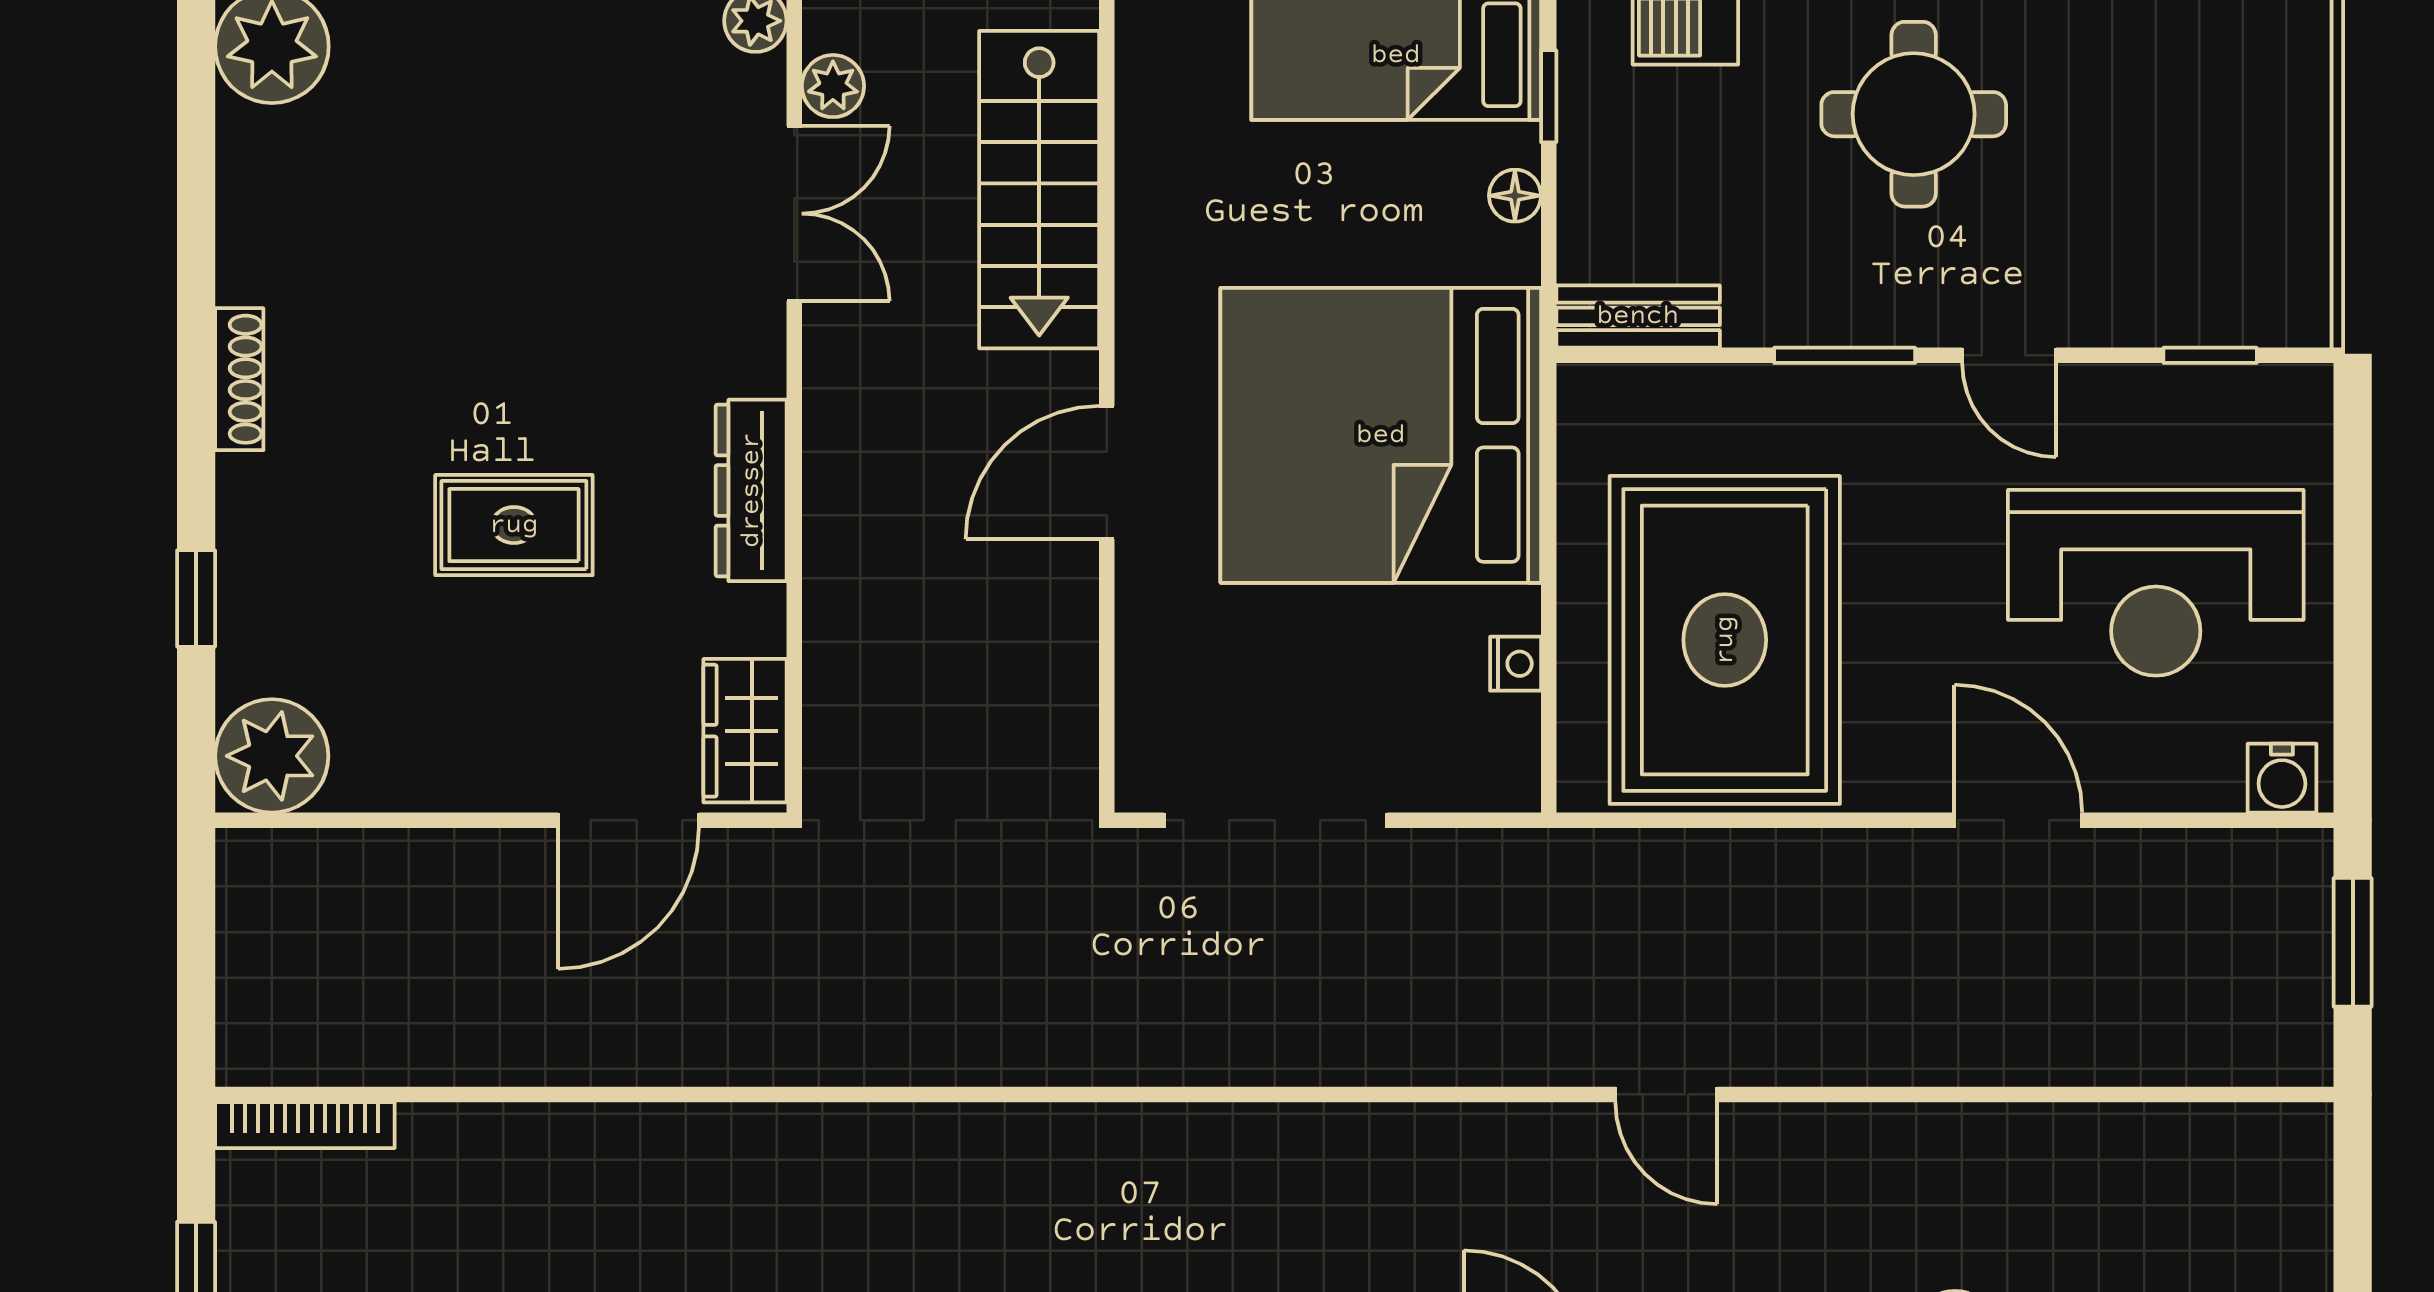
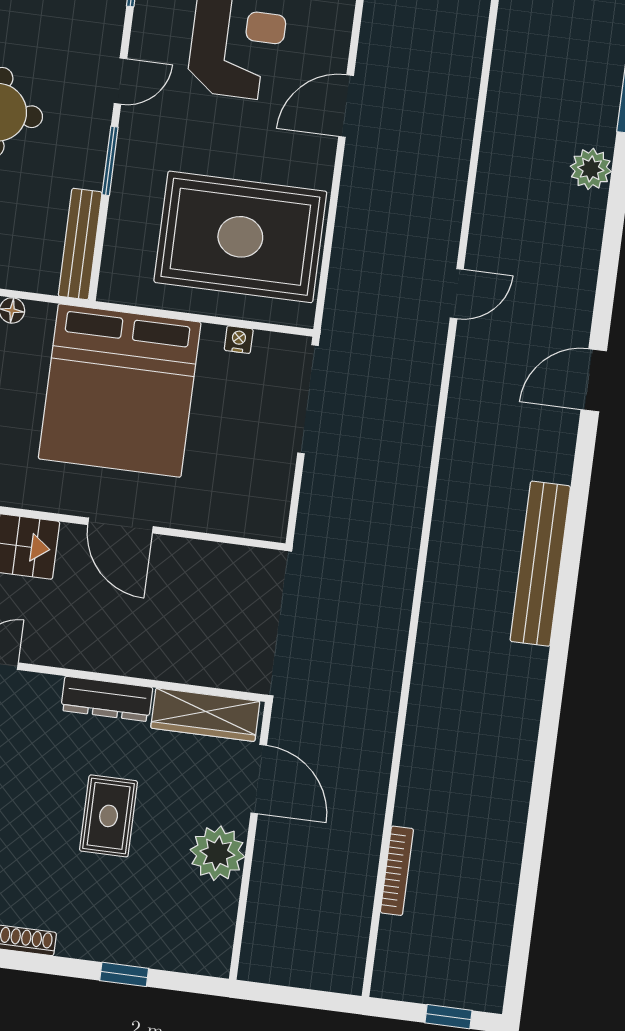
bench: (1638, 316) -> (80, 244), width x1.36
wardrobe: (745, 731) -> (205, 715), width x1.50
plant: (272, 756) -> (217, 853), moved
doorway: (1275, 820) -> (308, 399), moved
bookcase: (305, 1125) -> (397, 871), moved

